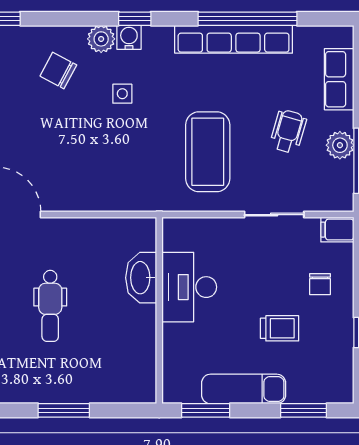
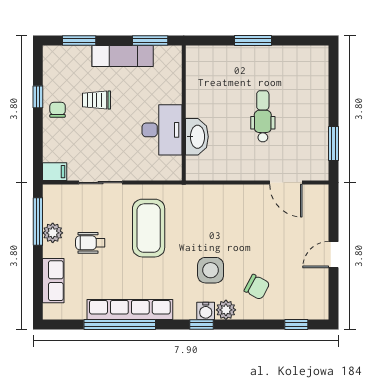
side table: (122, 94) -> (211, 270), width x1.87, depth x1.87
wheelchair: (288, 131) -> (90, 243), turned 74
chair: (320, 284) -> (58, 110), moved

